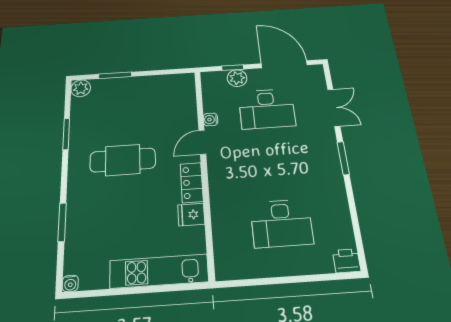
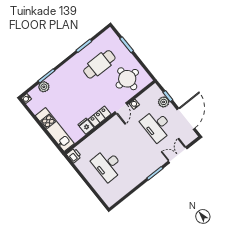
plant: (81, 88) -> (44, 87), moved
round table: (164, 105) -> (127, 79), added
double door: (334, 108) -> (178, 155), swing flipped
door: (202, 142) -> (121, 108), swing flipped
cafe table: (123, 160) -> (99, 64), moved, turned 90
printer: (347, 261) -> (74, 155), moved

